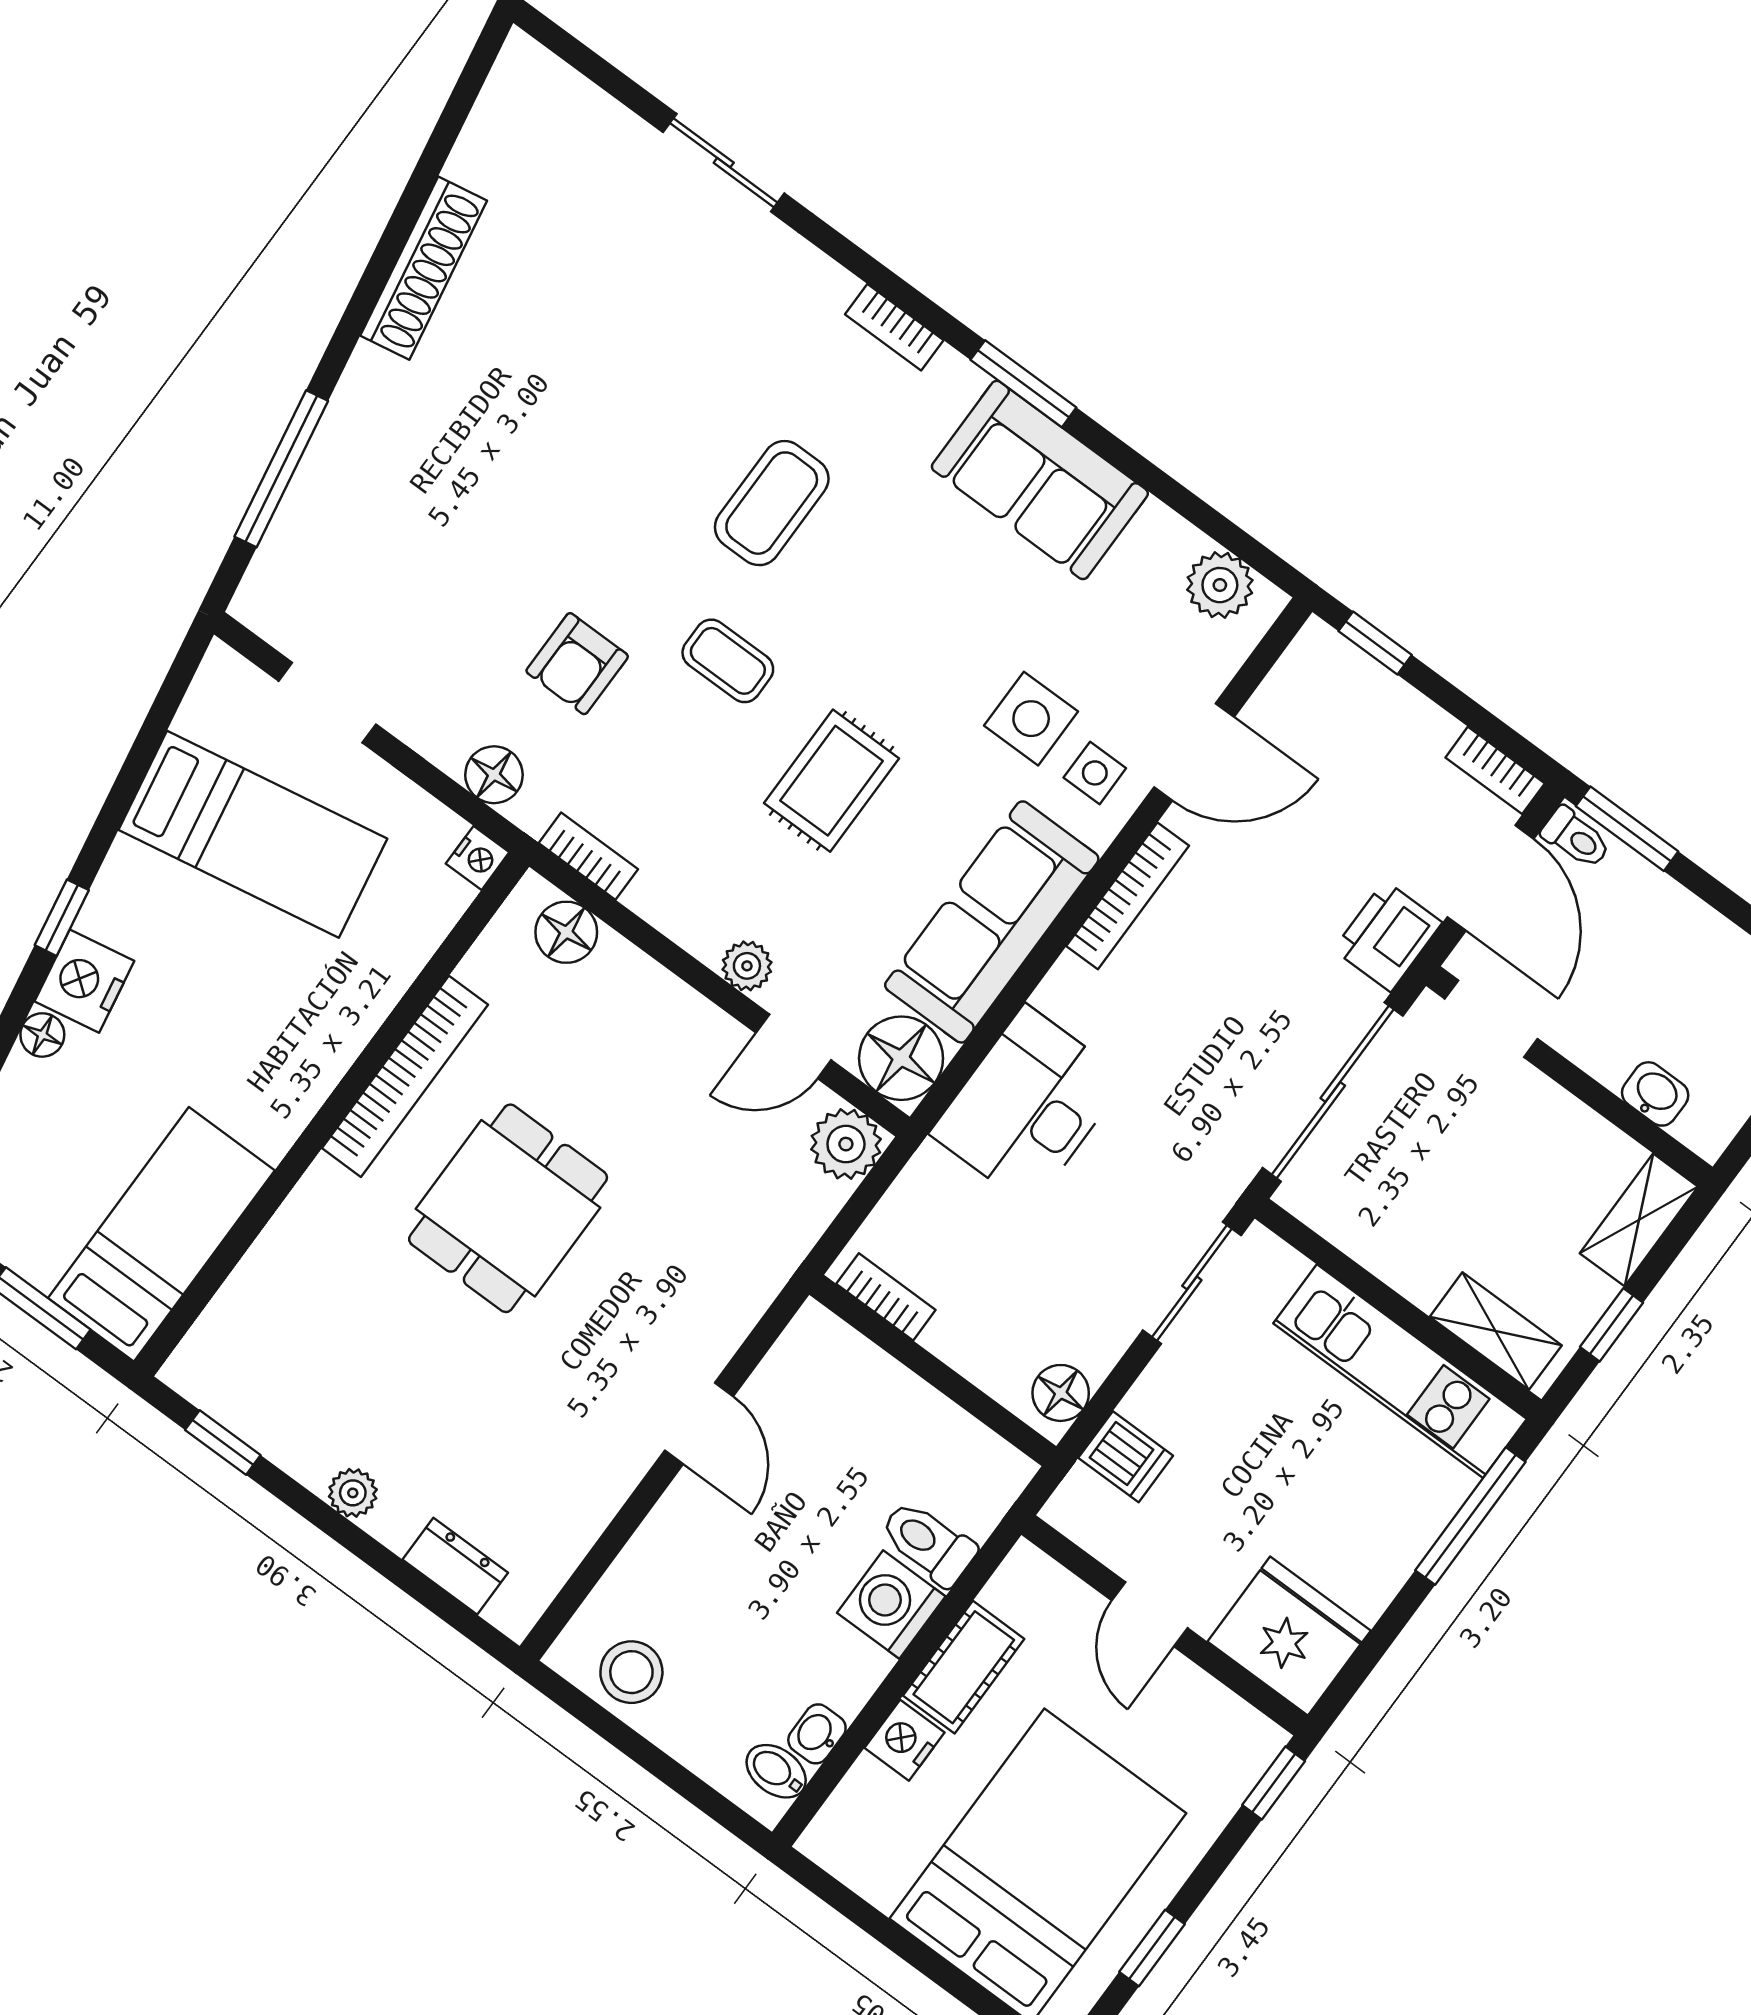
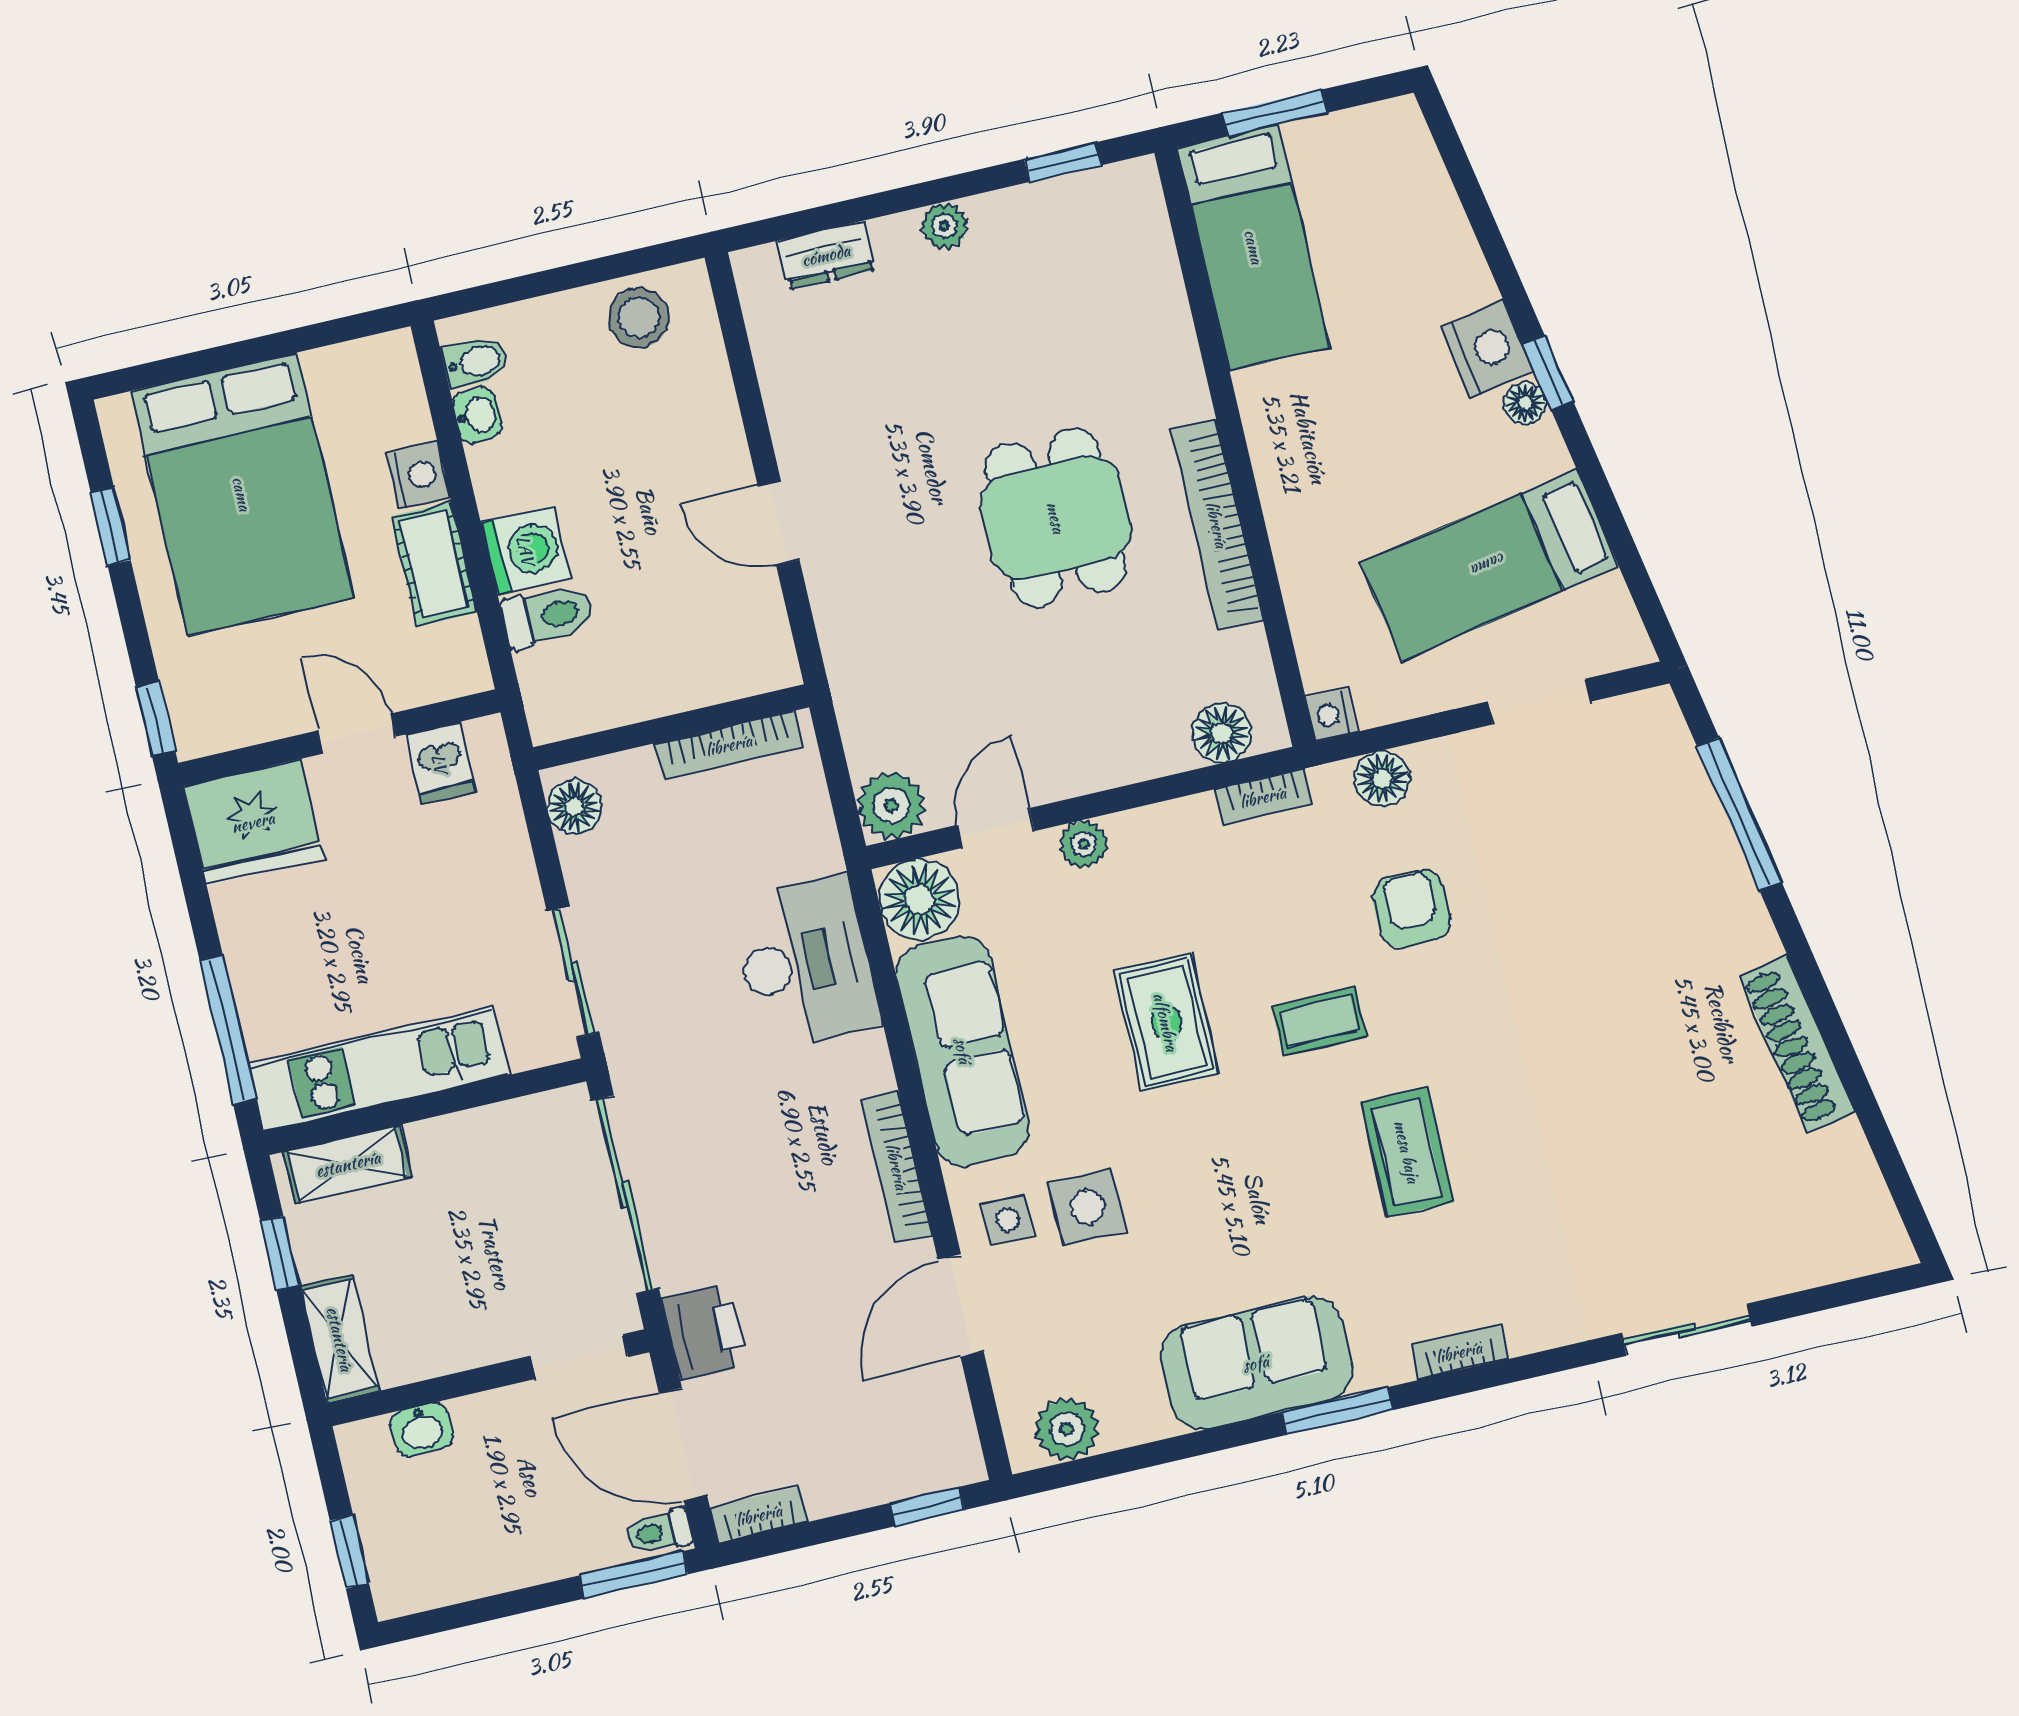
floor lamp: (42, 1035) -> (1525, 403), moved
bookcase: (886, 1297) -> (729, 745), width x1.56
dishwasher: (1126, 1457) -> (440, 763), moved, turned -90

